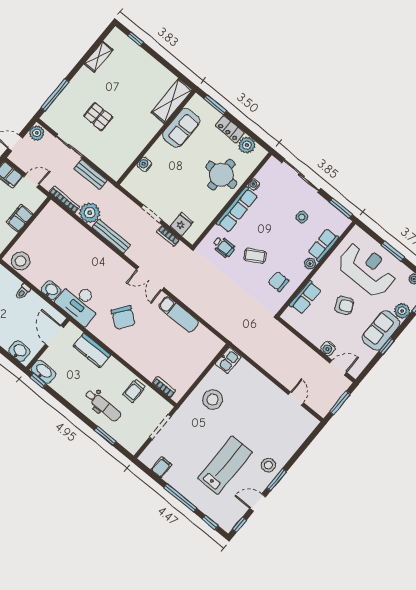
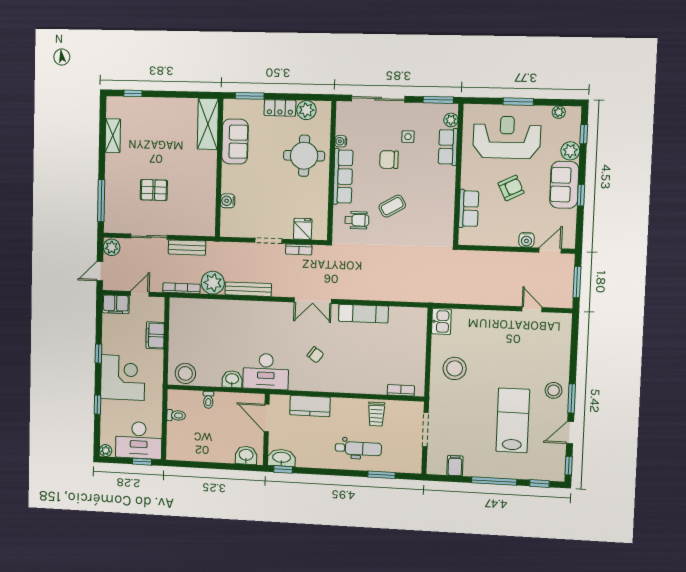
plant: (310, 264) -> (451, 120), moved
chair: (278, 281) -> (389, 160), moved
chair: (123, 318) -> (315, 355), width x0.54, depth x0.54

